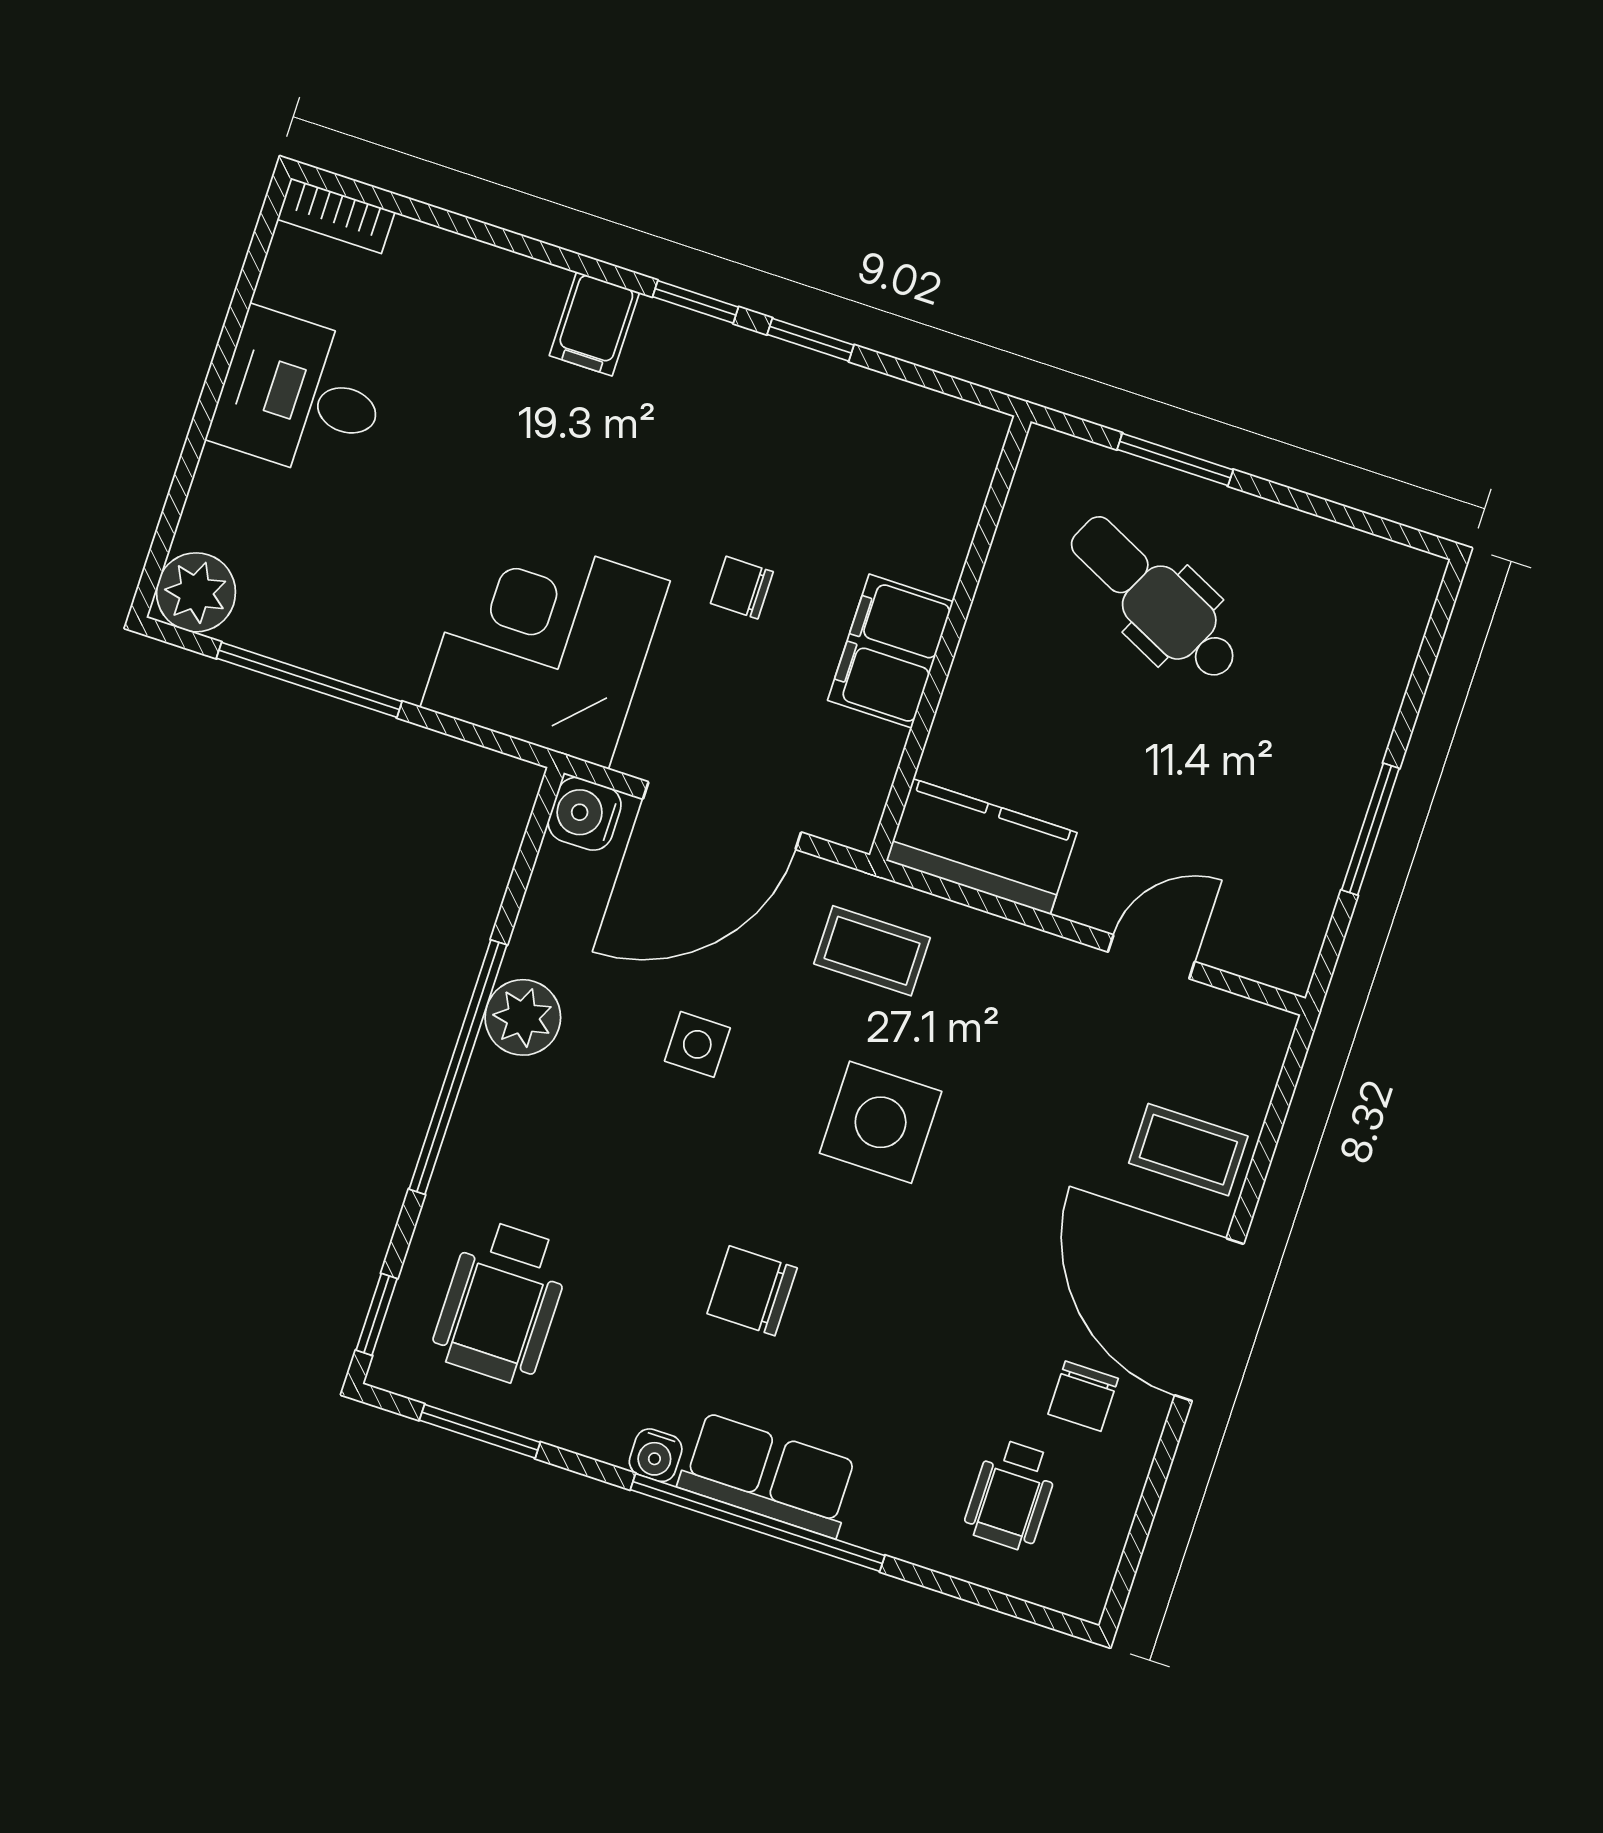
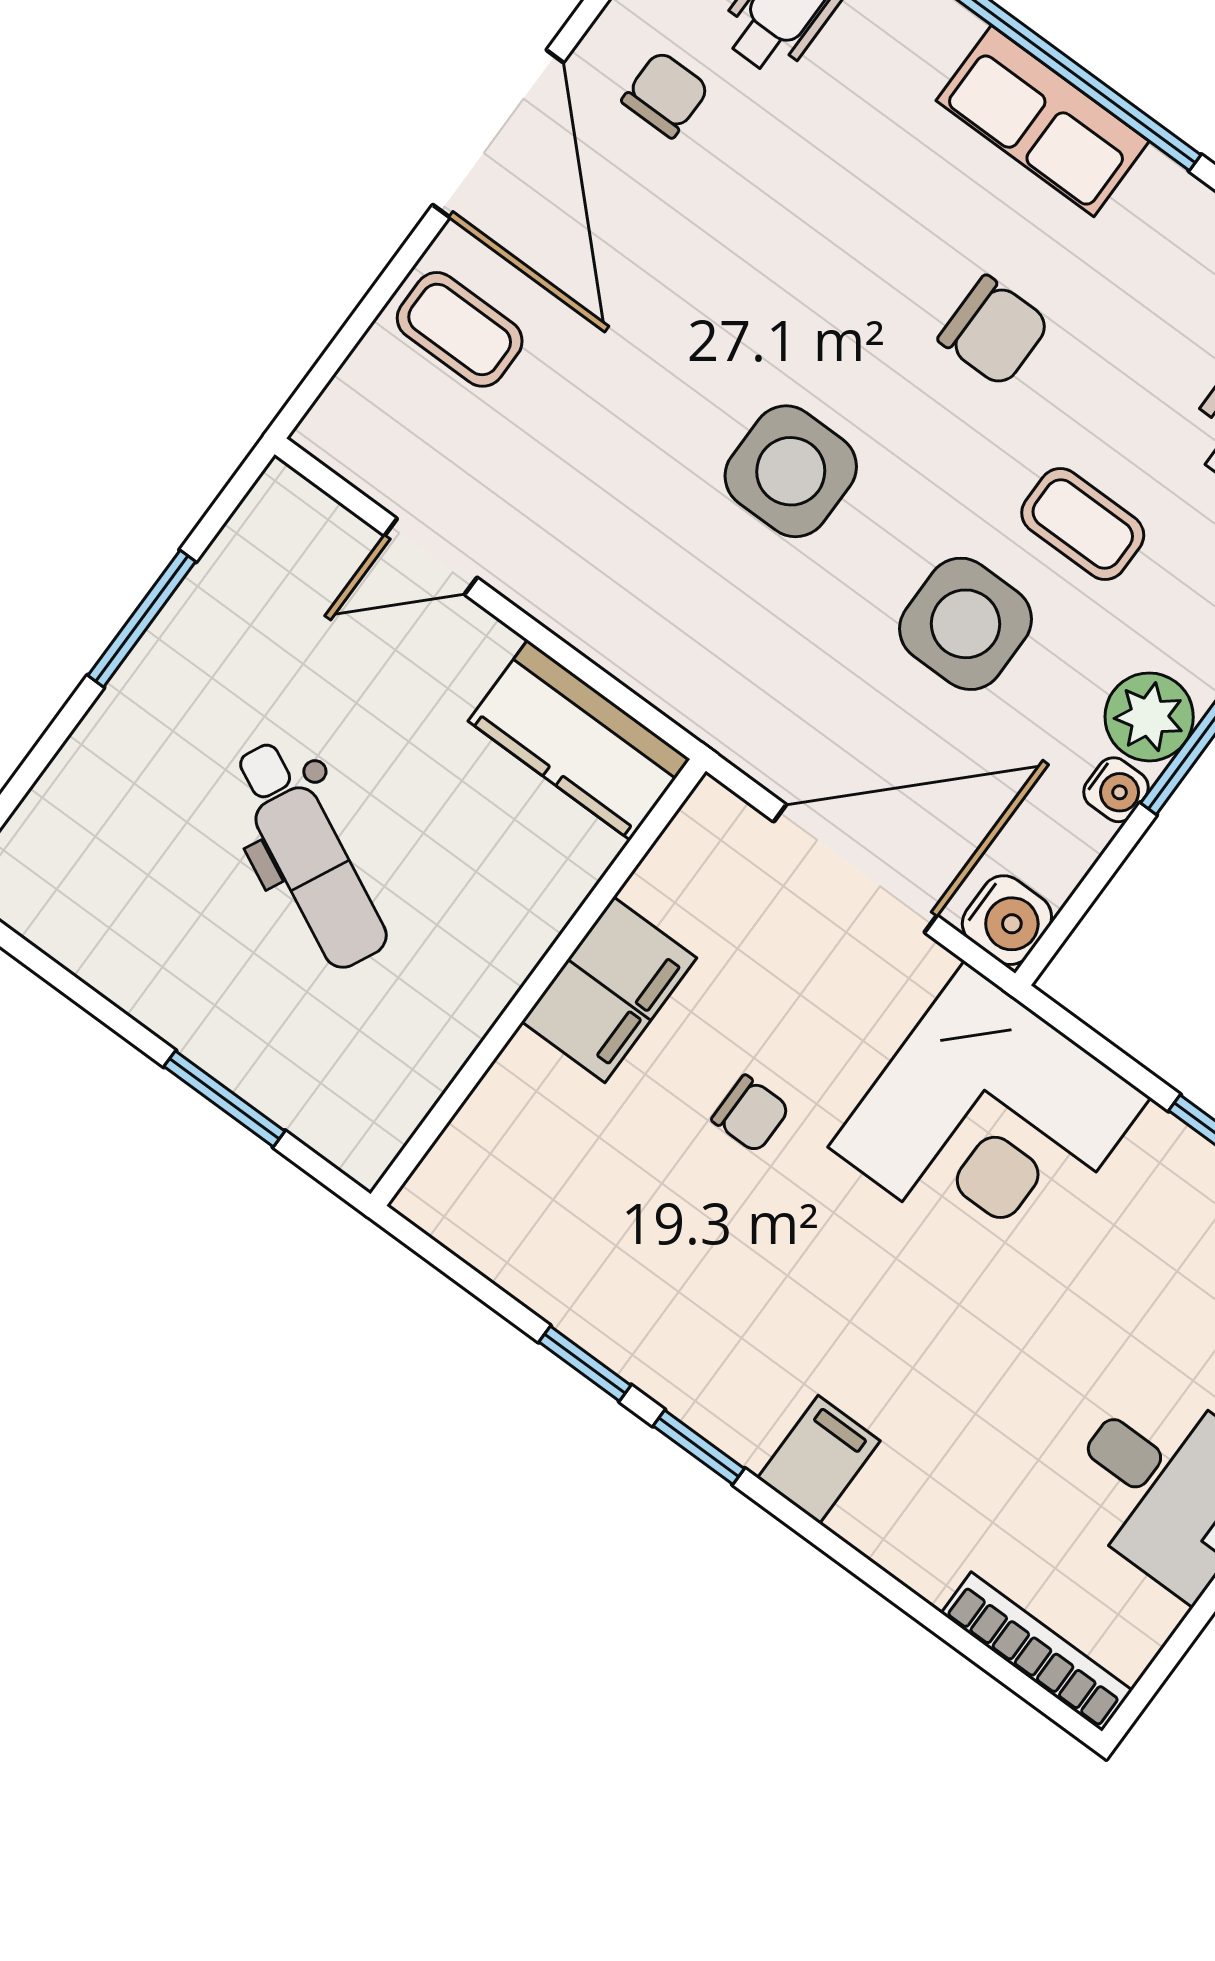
bookcase: (336, 216) -> (1037, 1652), width x1.56
dental chair: (1155, 598) -> (309, 855), moved
coffee table: (872, 951) -> (1083, 524), moved
side table: (697, 1044) -> (966, 624), width x1.87, depth x1.87
water cooler: (656, 1455) -> (1116, 790), moved, turned 90

